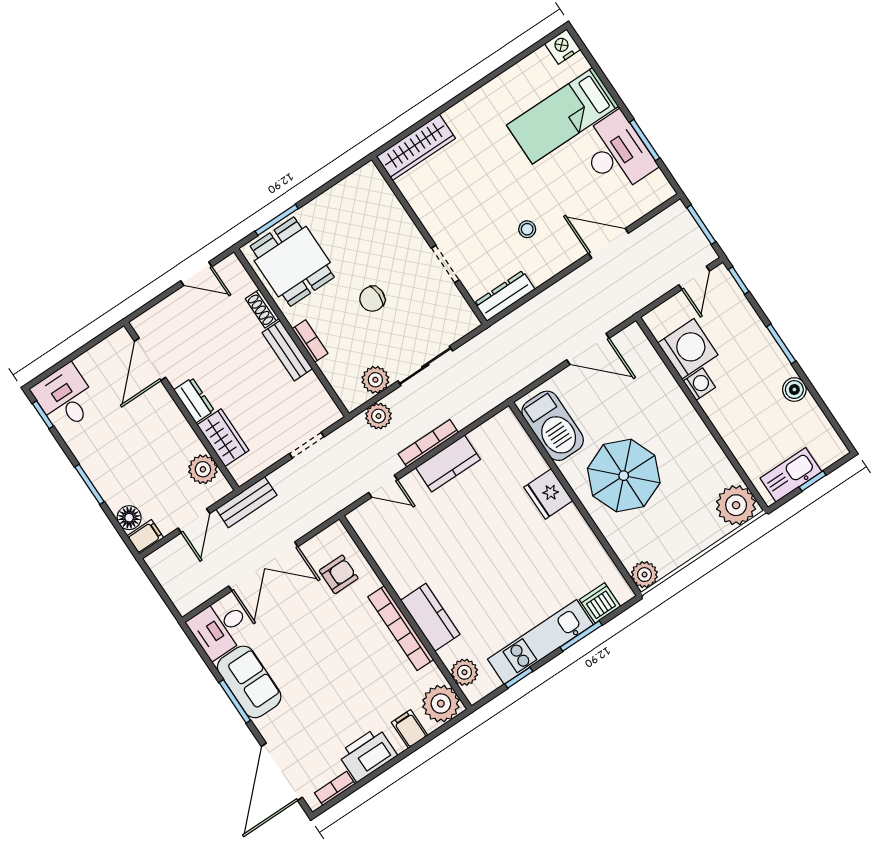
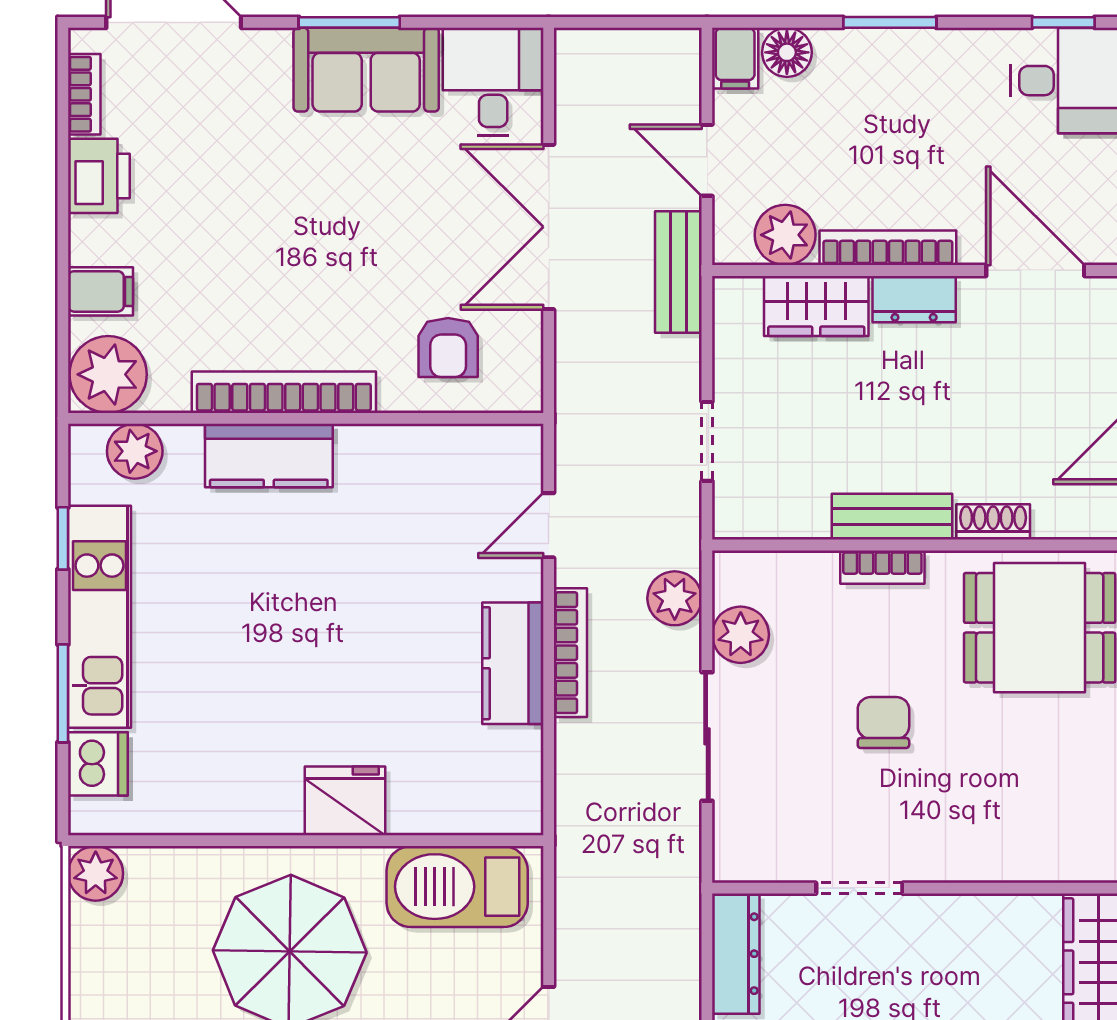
bookcase: (180, 425) -> (888, 248), added
printer: (368, 754) -> (99, 176), width x0.73, depth x0.84

